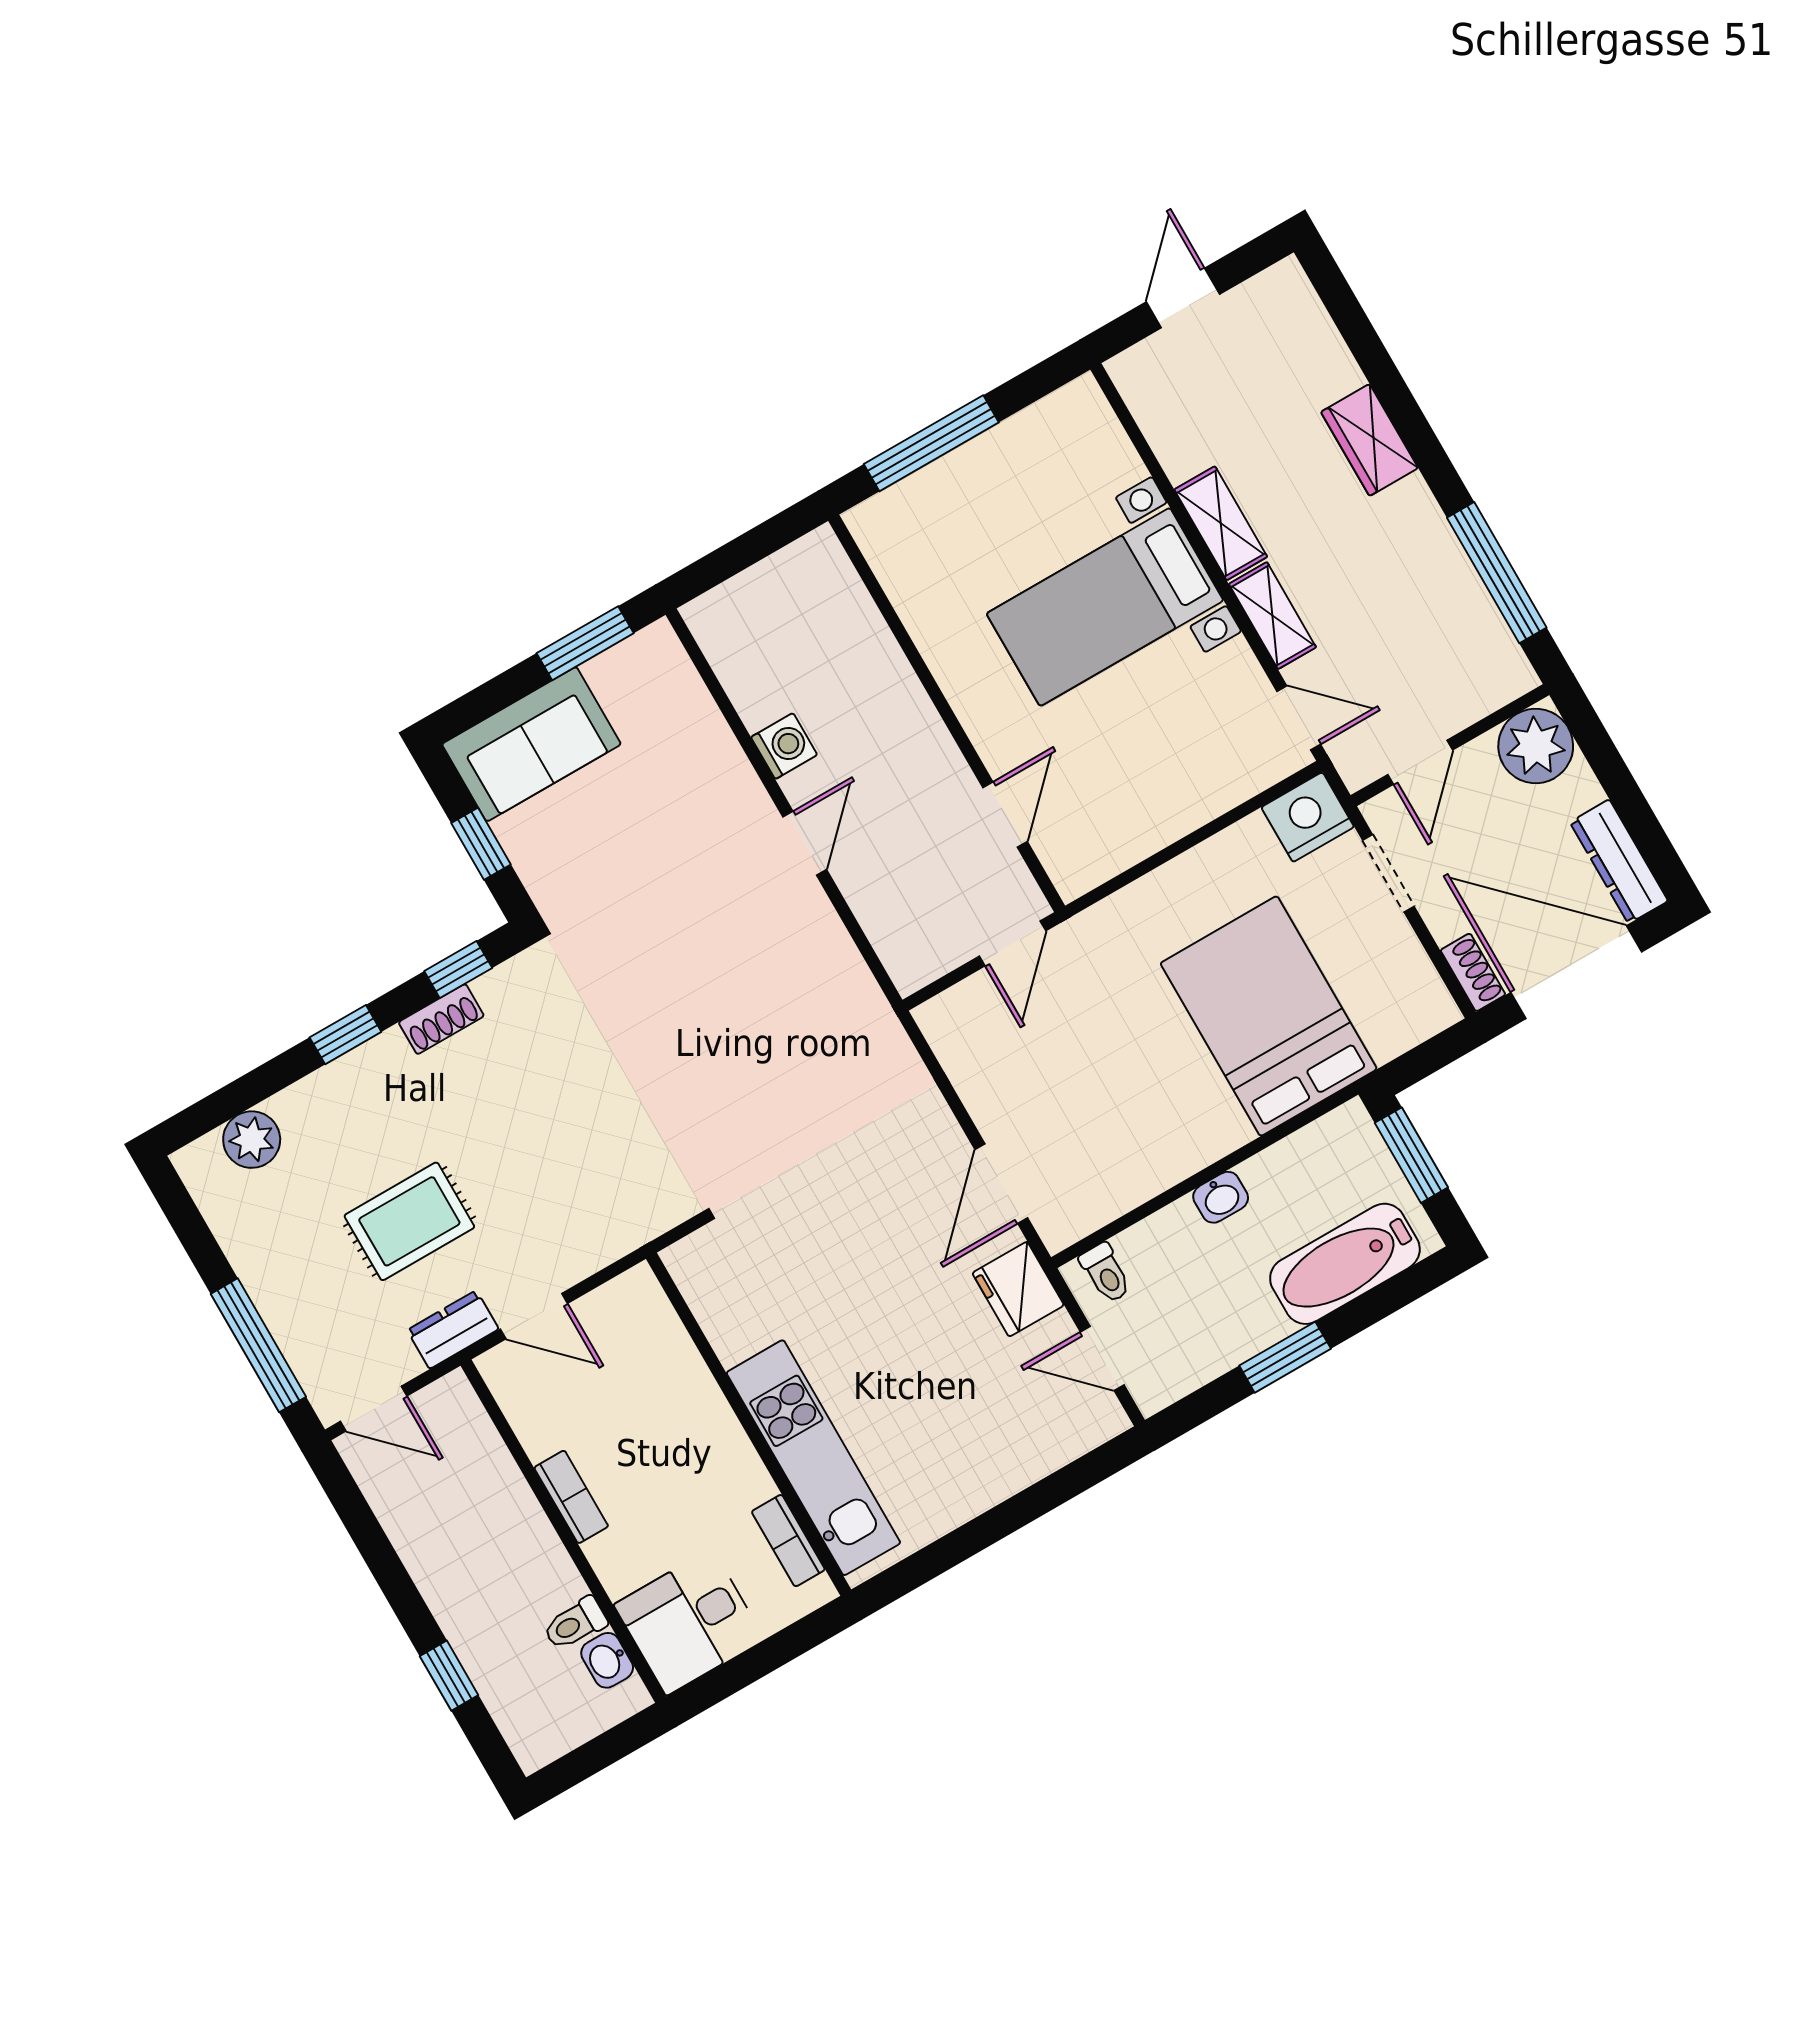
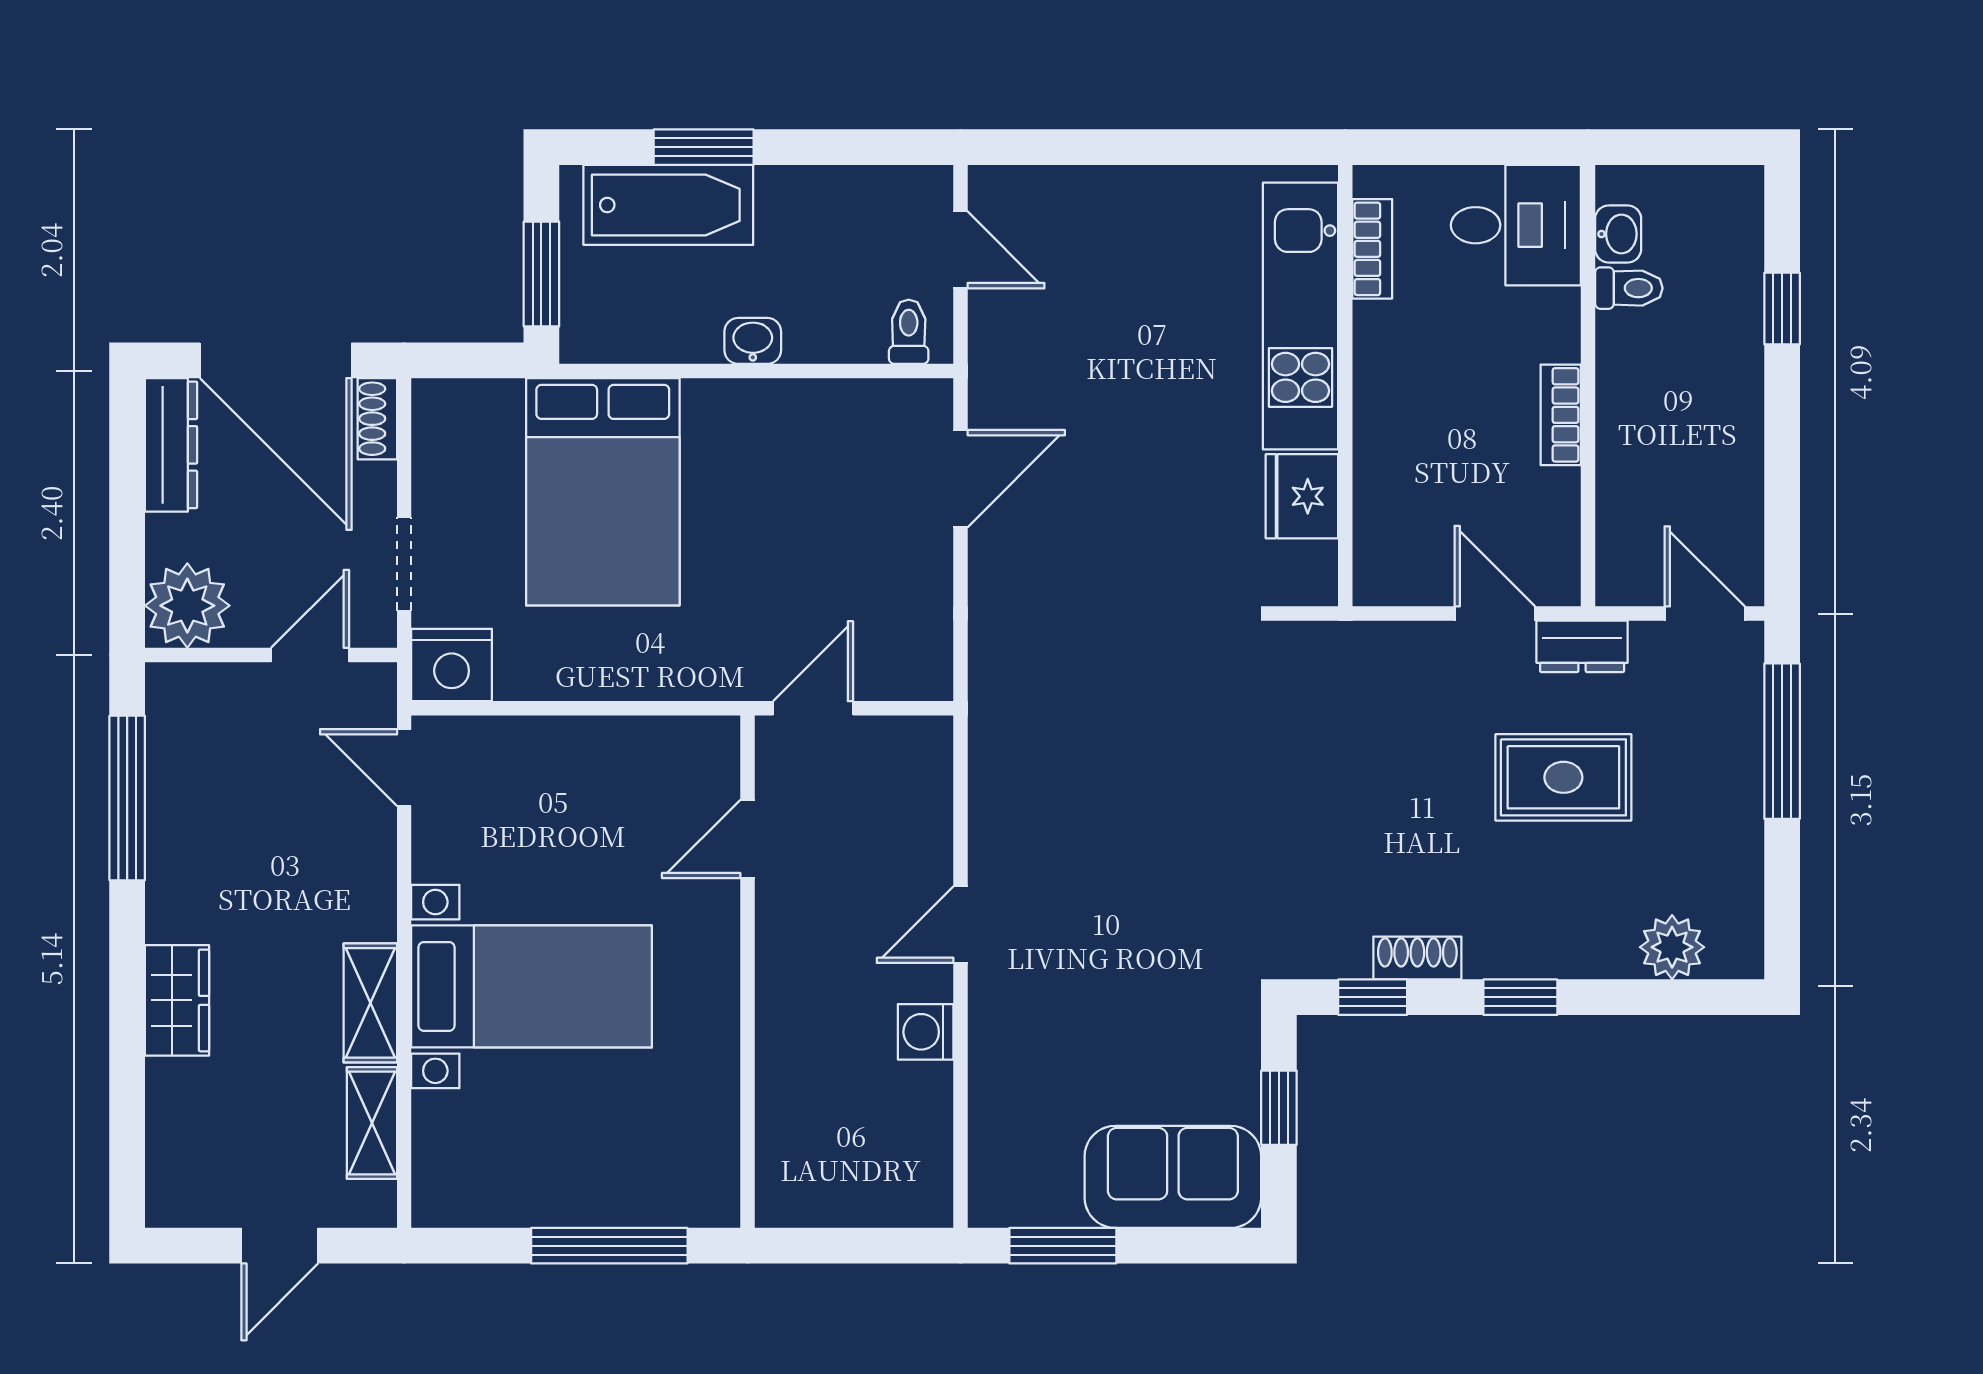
shelving: (1272, 616) -> (372, 1123), moved
fridge: (1018, 1289) -> (1302, 496), moved, turned 180
window: (1285, 1357) -> (704, 147), moved

